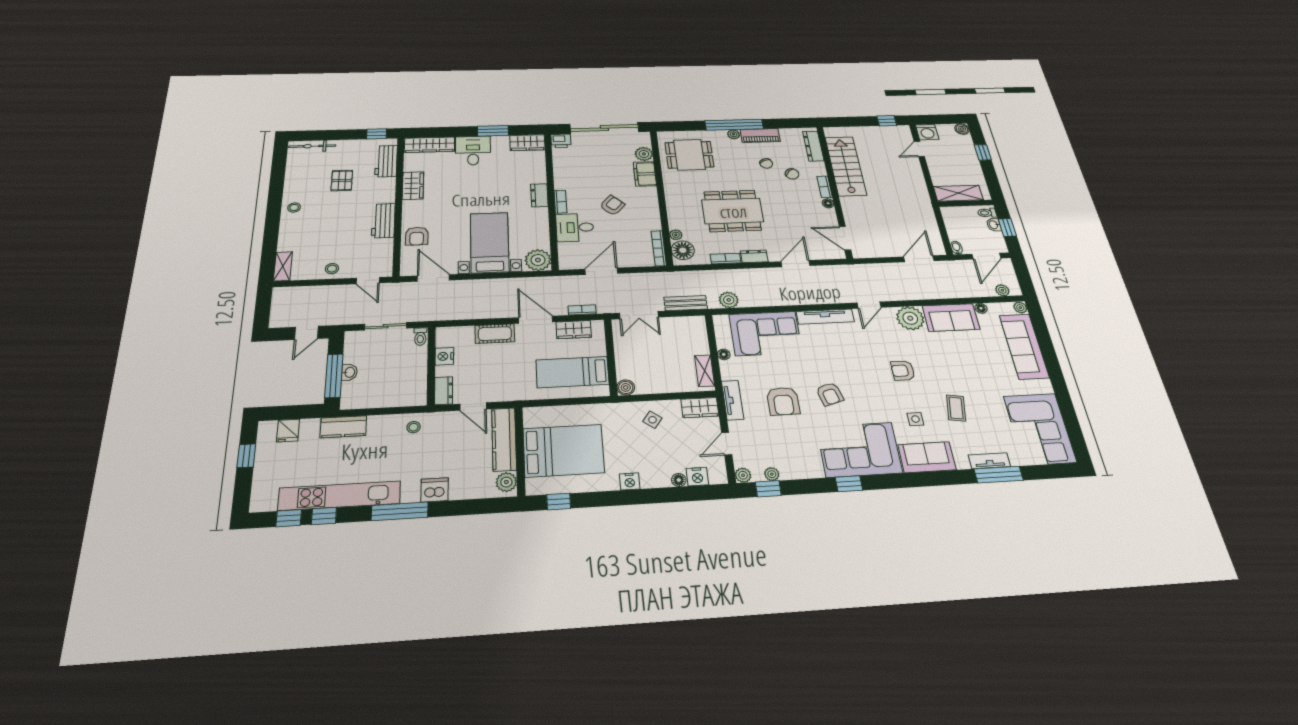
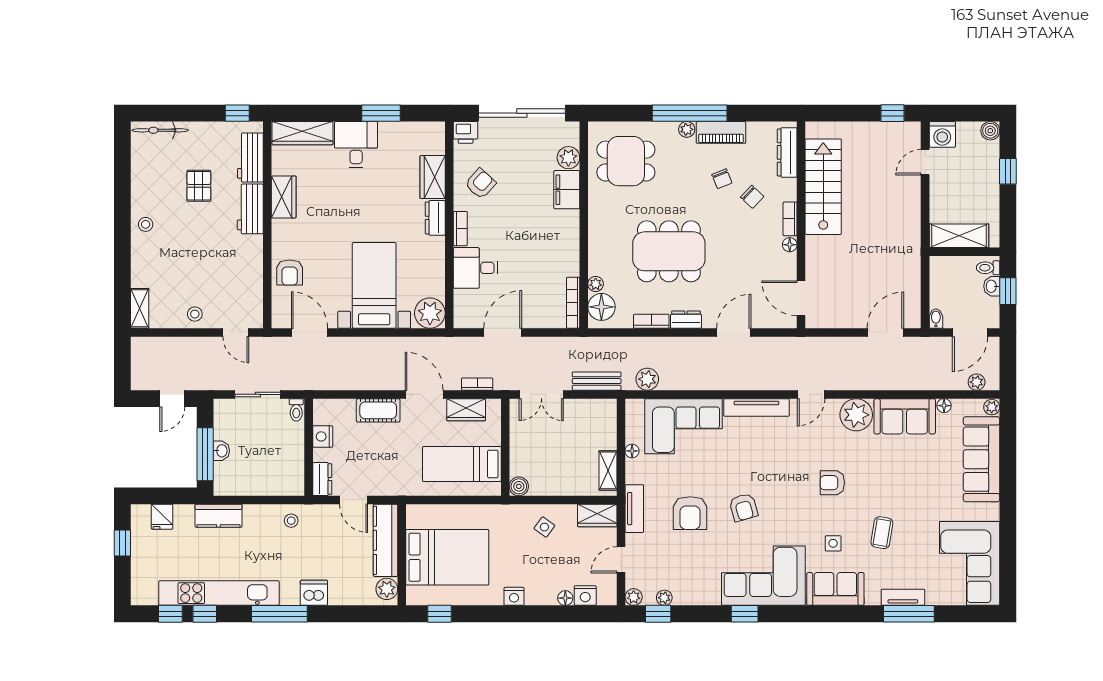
wardrobe: (527, 143) -> (433, 177), moved, turned 90
armchair: (612, 205) -> (480, 184), moved
workbench: (383, 221) -> (250, 209), moved

